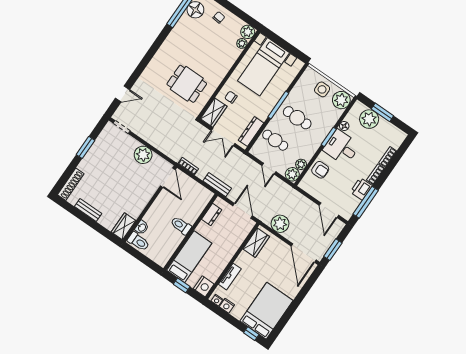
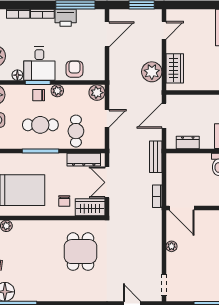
cafe table: (297, 118) -> (40, 125), turned 90
chair: (319, 131) -> (39, 95), added
double door: (223, 137) -> (107, 182), swing flipped
plant: (143, 155) -> (172, 246), width x0.53, depth x0.53
plant: (301, 164) -> (57, 91), moved
door: (168, 178) -> (182, 208), swing flipped
wardrobe: (256, 243) -> (175, 68), moved, turned 90
door: (304, 253) -> (164, 30), width x0.53

